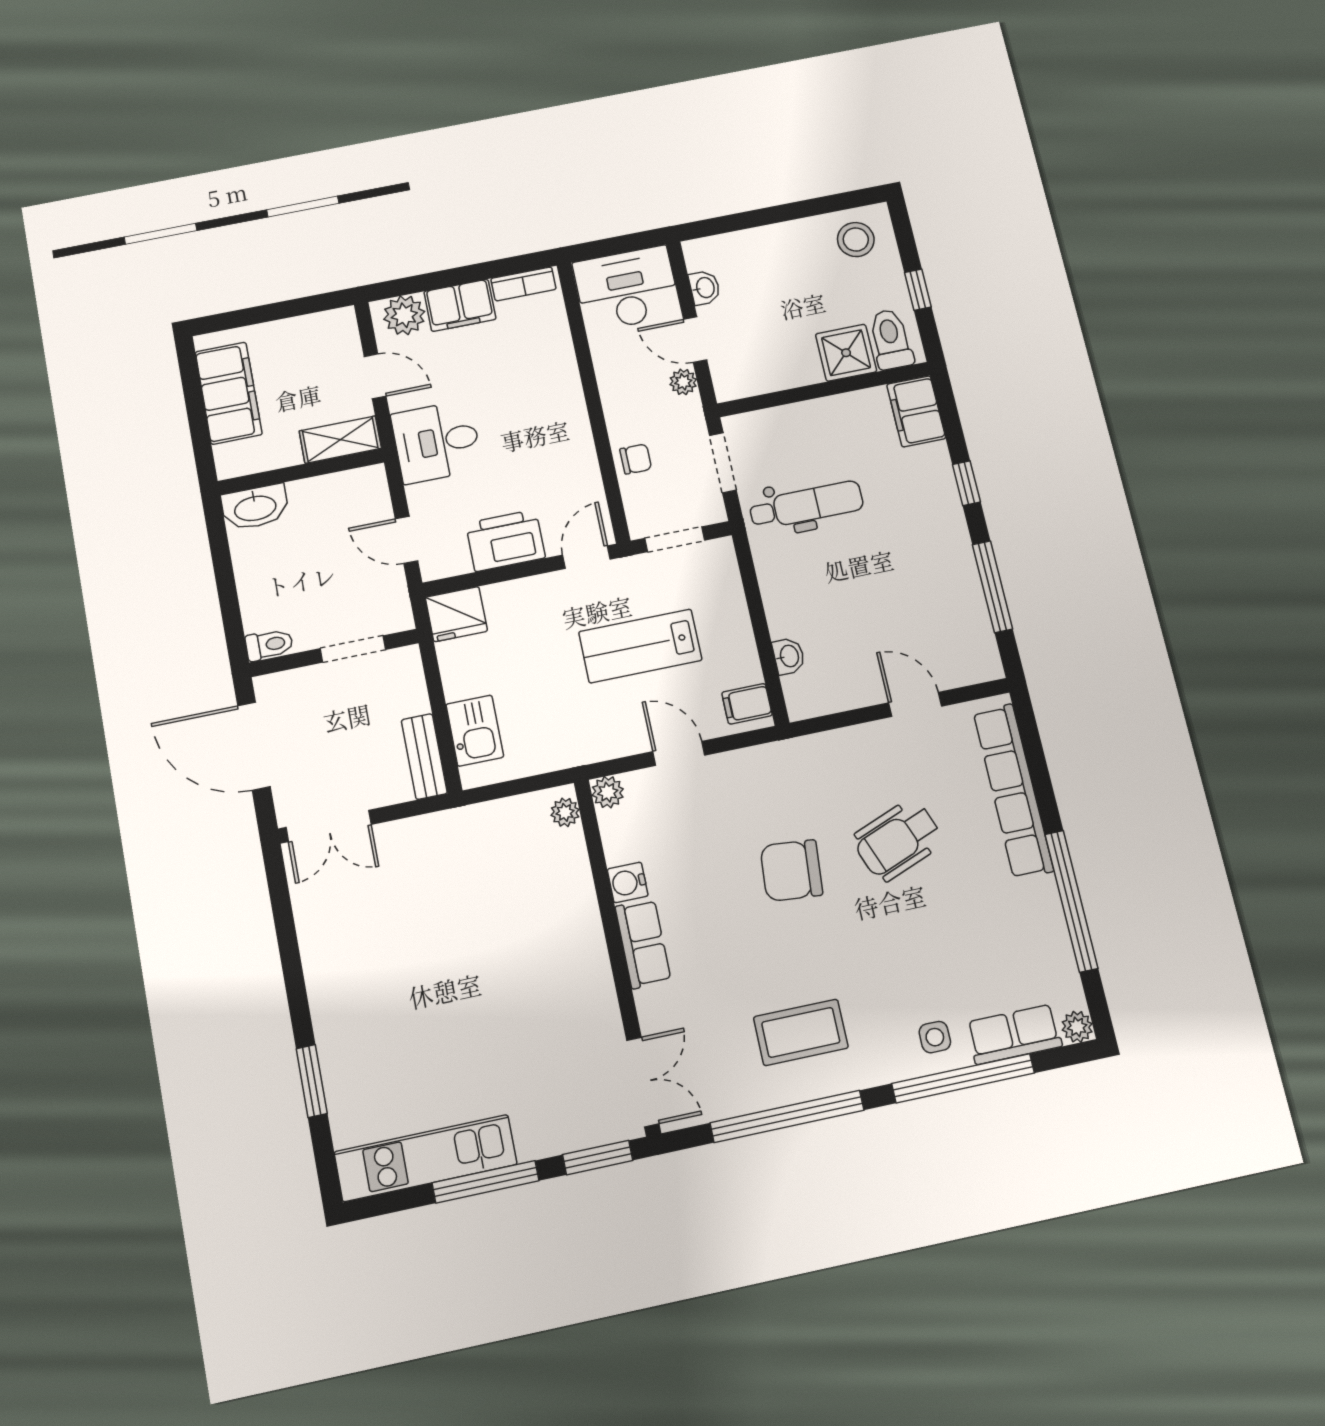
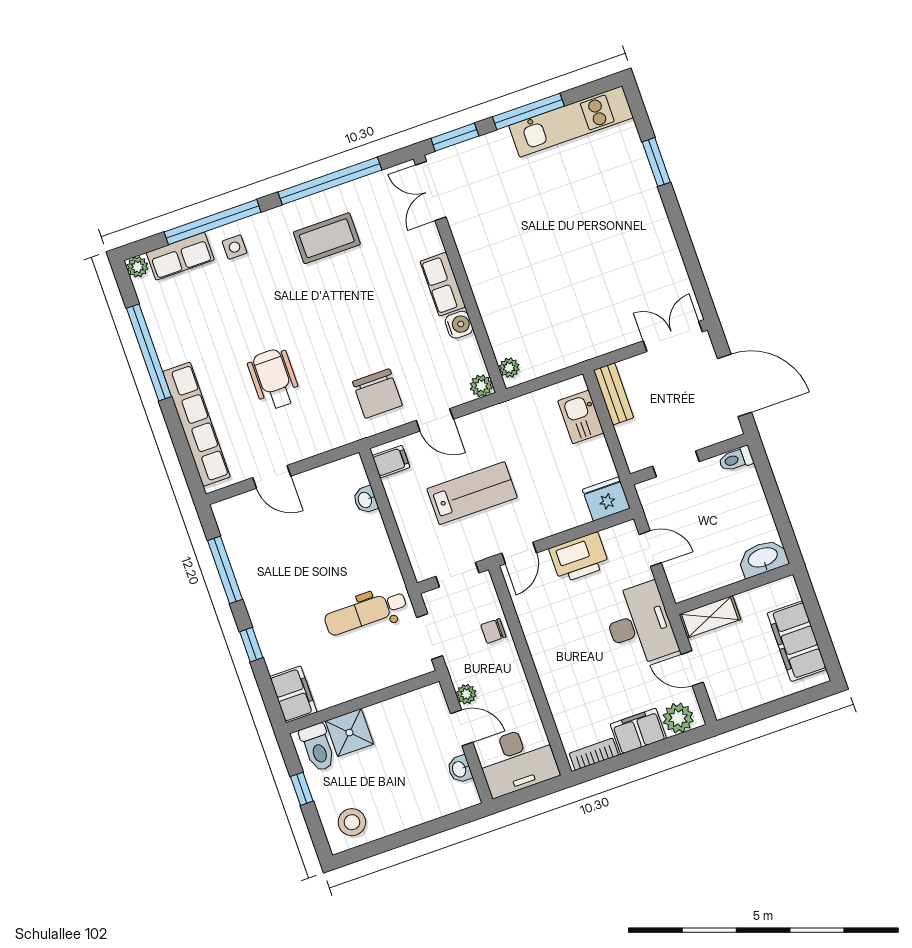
desk: (437, 442) -> (640, 625), width x1.37
wheelchair: (898, 840) -> (274, 379), turned -69
chair: (791, 870) -> (377, 394), moved, turned 85

